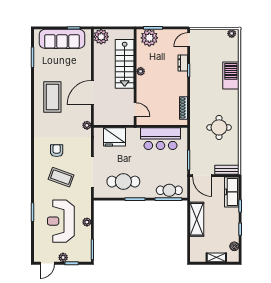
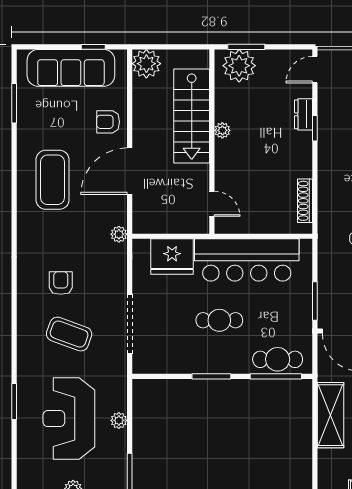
armchair: (81, 67) -> (108, 122), added
bar counter: (161, 139) -> (247, 260), width x1.36
cafe table: (123, 182) -> (219, 320), moved, width x0.73, depth x0.74

